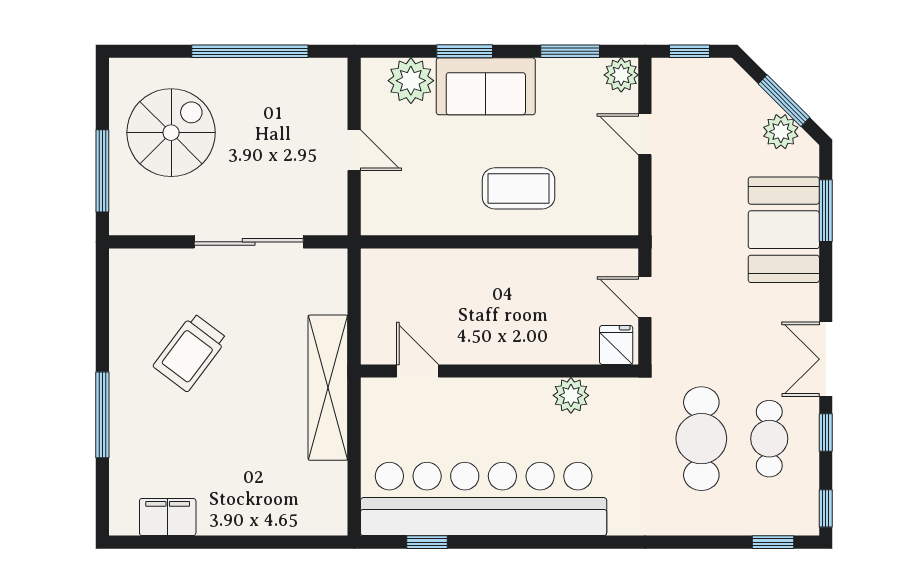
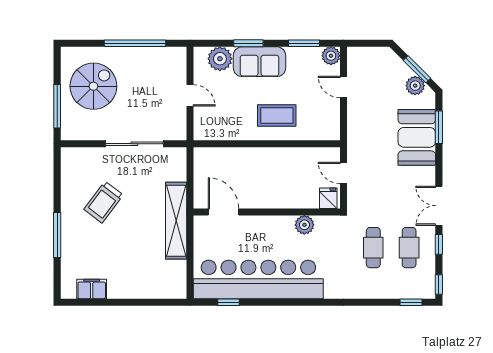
window: (689, 51) -> (367, 43), removed
door: (418, 371) -> (224, 212), width x1.38
cafe table: (701, 439) -> (373, 248), width x0.73, depth x0.74

